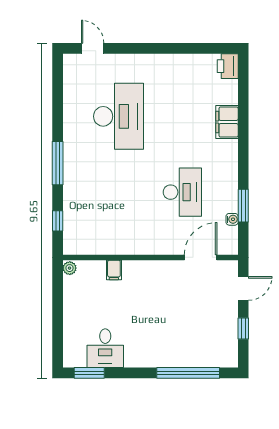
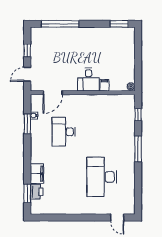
printer: (228, 66) -> (37, 192), moved
window: (243, 89) -> (27, 193), added
desk: (105, 348) -> (88, 80), moved, turned 180

